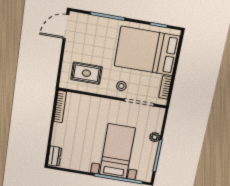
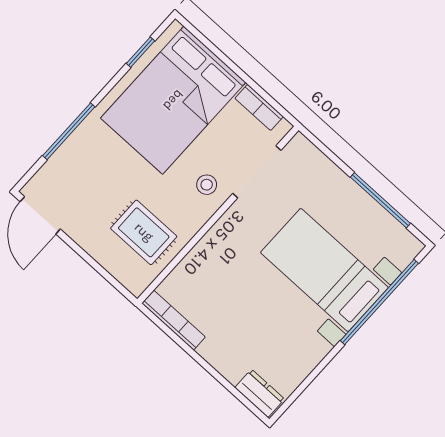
rug: (86, 73) -> (144, 232), turned 90
plant: (155, 137) -> (341, 184), removed

